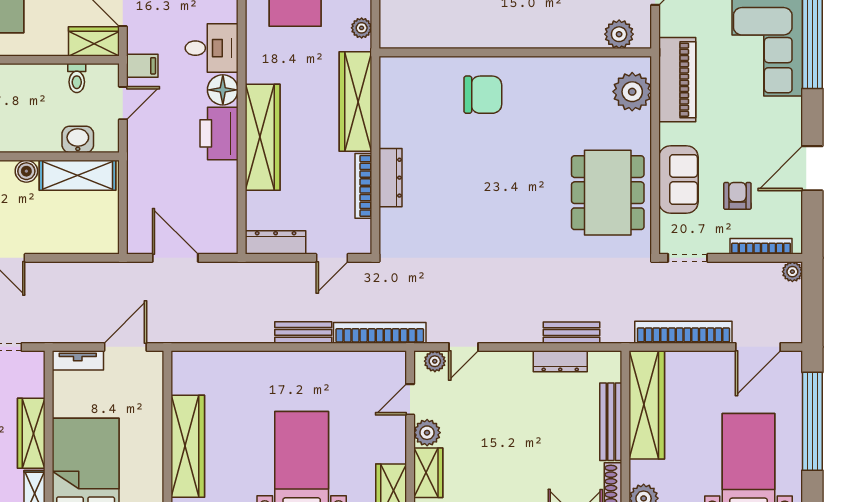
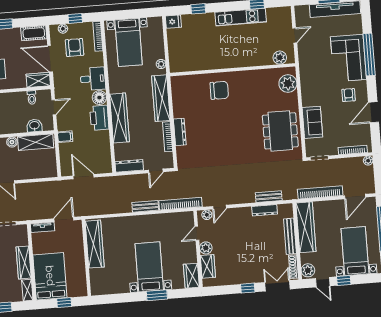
filing cabinet: (142, 66) -> (65, 137), moved
piano: (677, 80) -> (308, 76), removed
armchair: (737, 196) -> (349, 95), moved
wardrobe: (188, 446) -> (95, 244), moved

